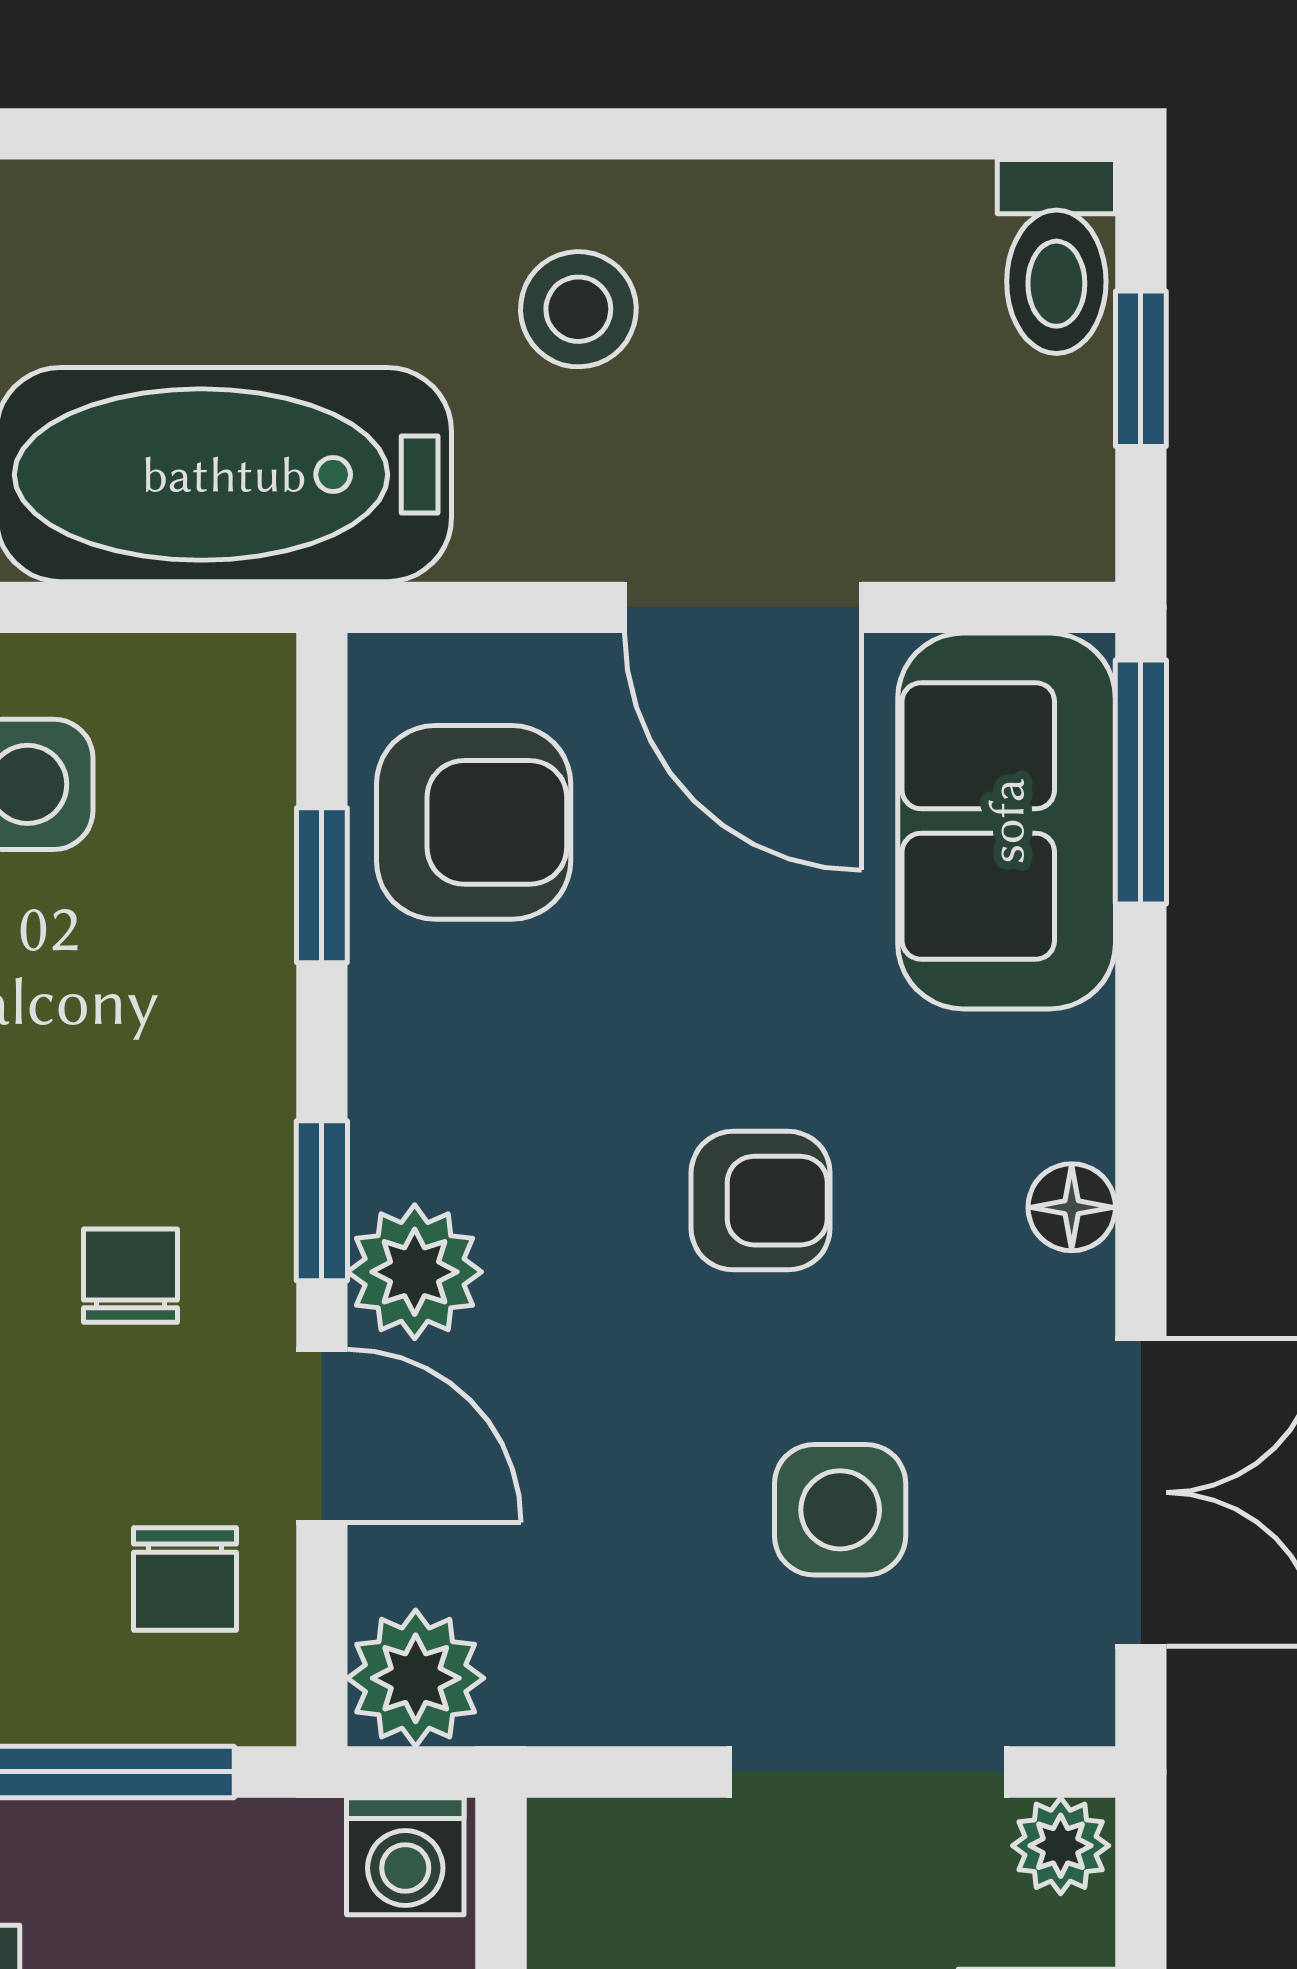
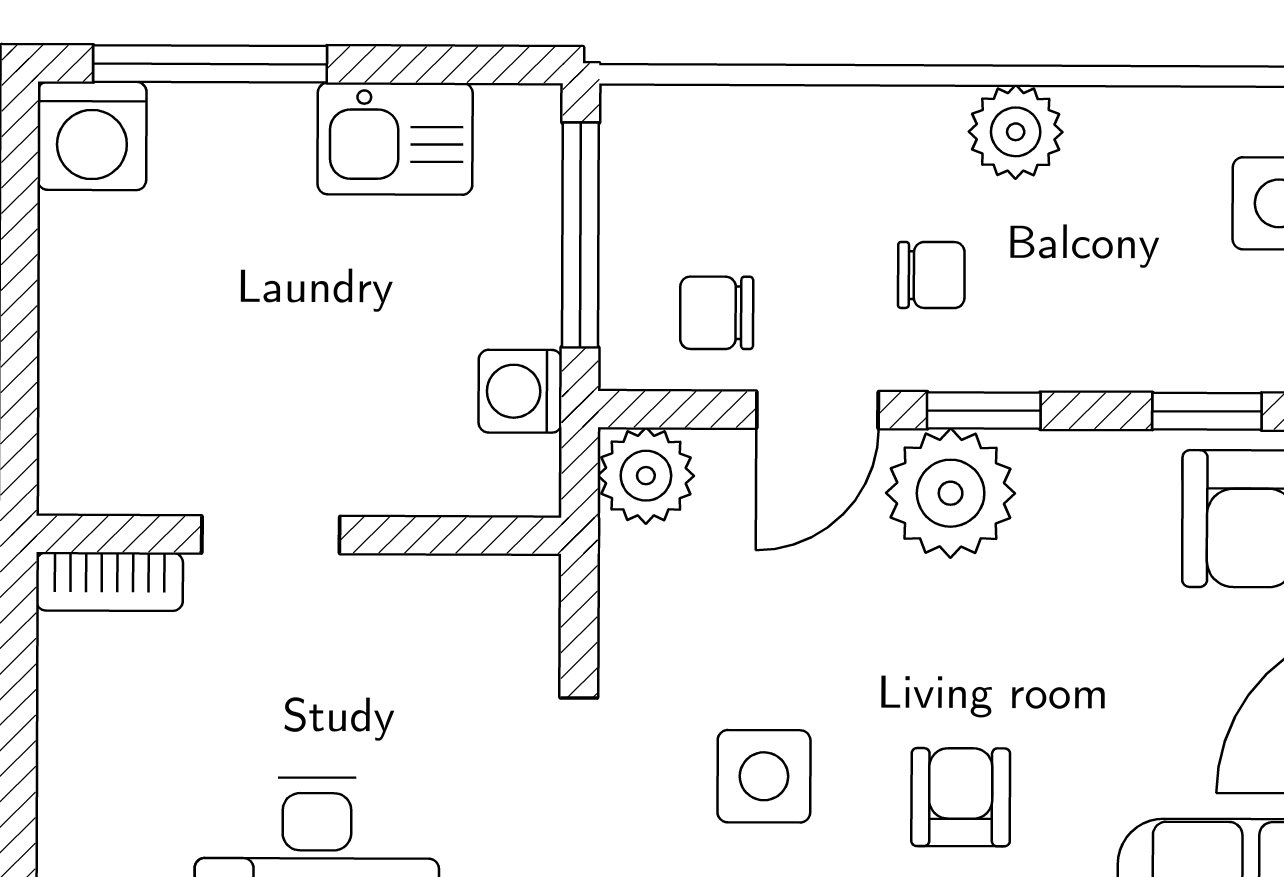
armchair: (761, 1201) -> (961, 797), moved, turned 180
plant: (415, 1272) -> (951, 493), width x1.36, depth x1.36
washing machine: (405, 1856) -> (520, 391), moved

